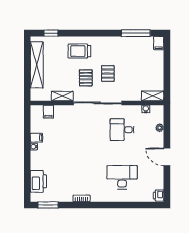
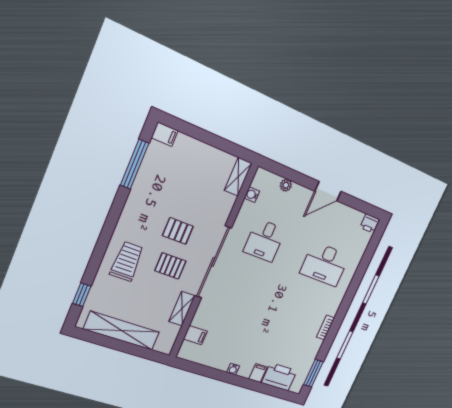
trolley: (79, 51) -> (127, 261), turned 180
filing cabinet: (36, 138) -> (258, 373), moved
desk: (122, 177) -> (325, 264), turned -90

